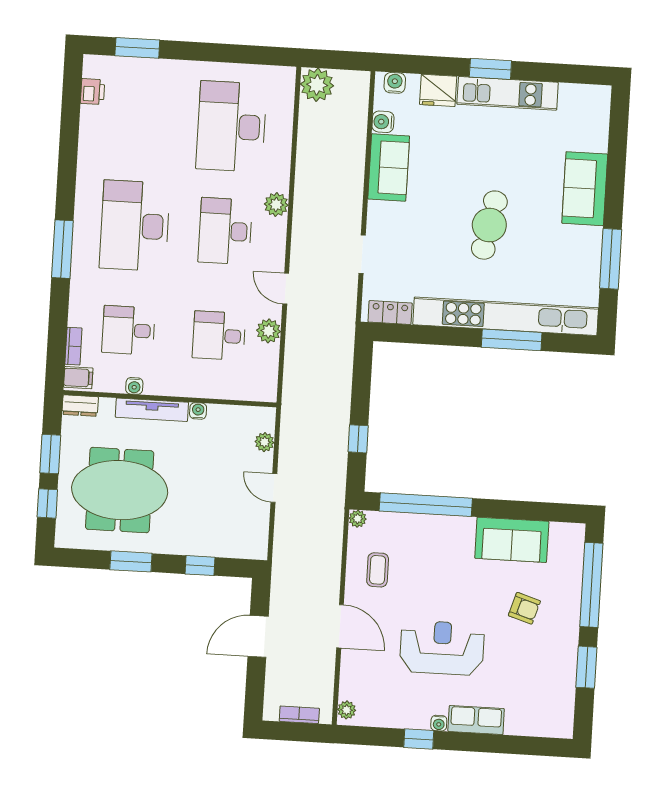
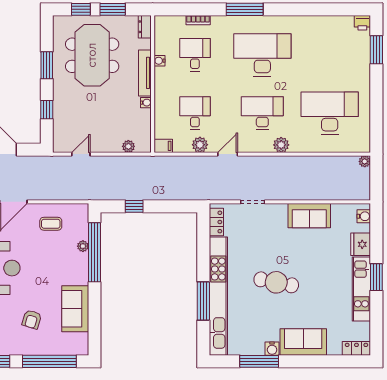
plant: (317, 85) -> (365, 161), width x0.53, depth x0.53
printer: (93, 92) -> (362, 23), moved
locker: (599, 106) -> (356, 348), added
water cooler: (383, 122) -> (272, 349), moved, turned 180
bookcase: (73, 346) -> (198, 20), moved
filing cabinet: (78, 378) -> (163, 146), moved, turned -90
door: (274, 488) -> (81, 154), moved
plant: (358, 519) -> (83, 246), moved

